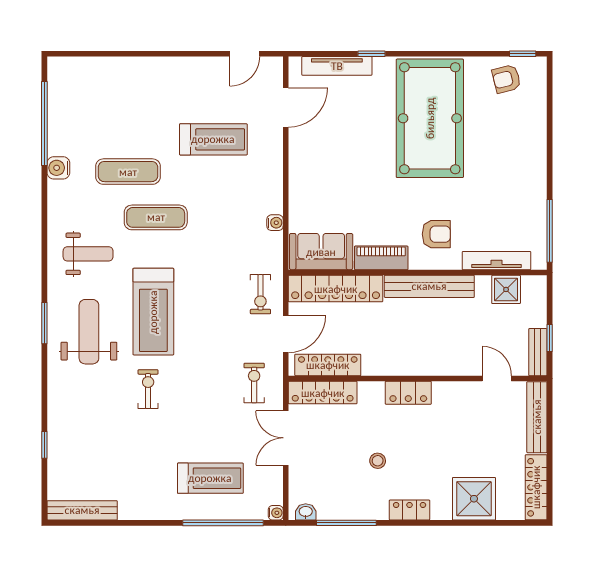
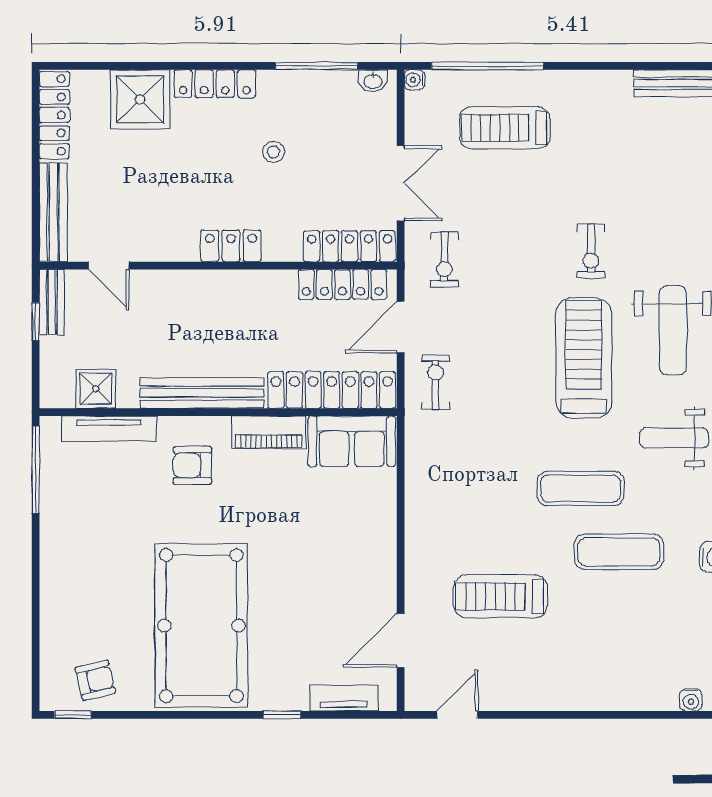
tv unit: (337, 66) -> (344, 698), width x0.71
water cooler: (275, 223) -> (691, 700), moved, turned -90
locker: (410, 510) -> (215, 84), width x1.53

